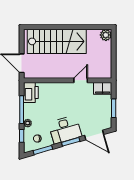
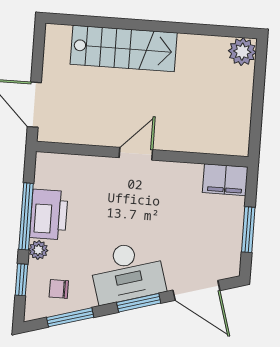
stairs: (57, 41) -> (124, 49), width x0.73, depth x0.66
door: (81, 80) -> (136, 154), moved
printer: (31, 93) -> (49, 215), moved

